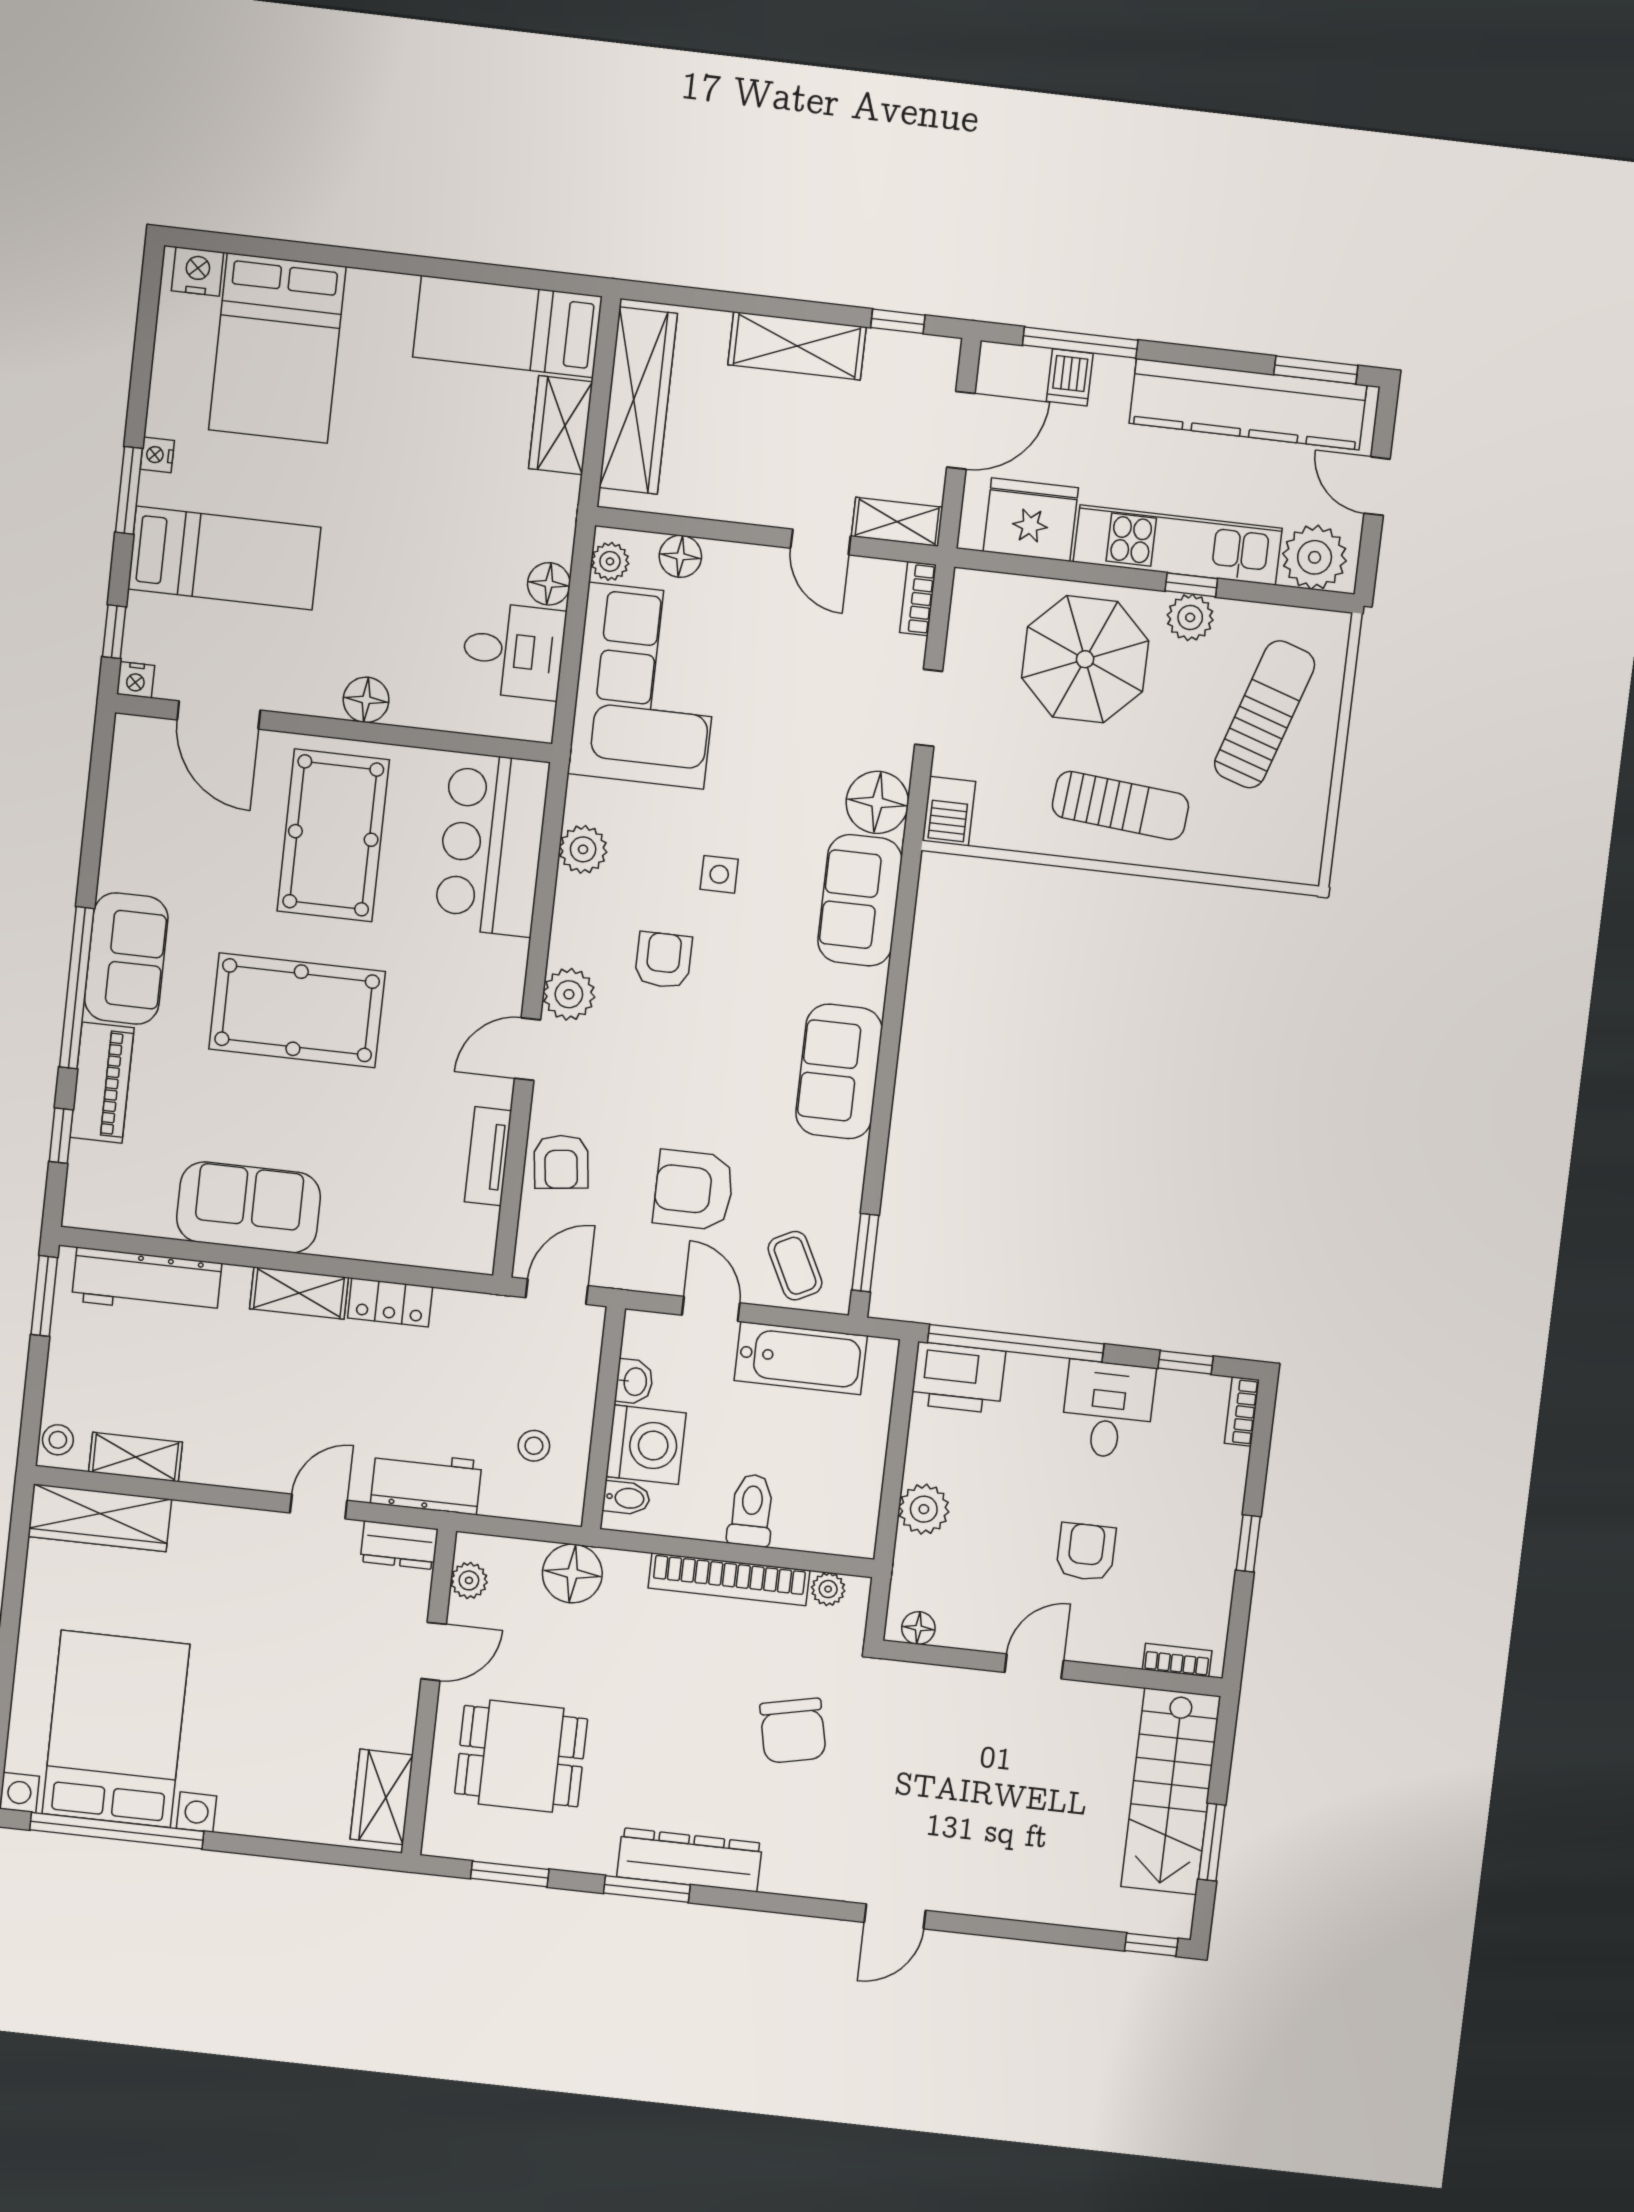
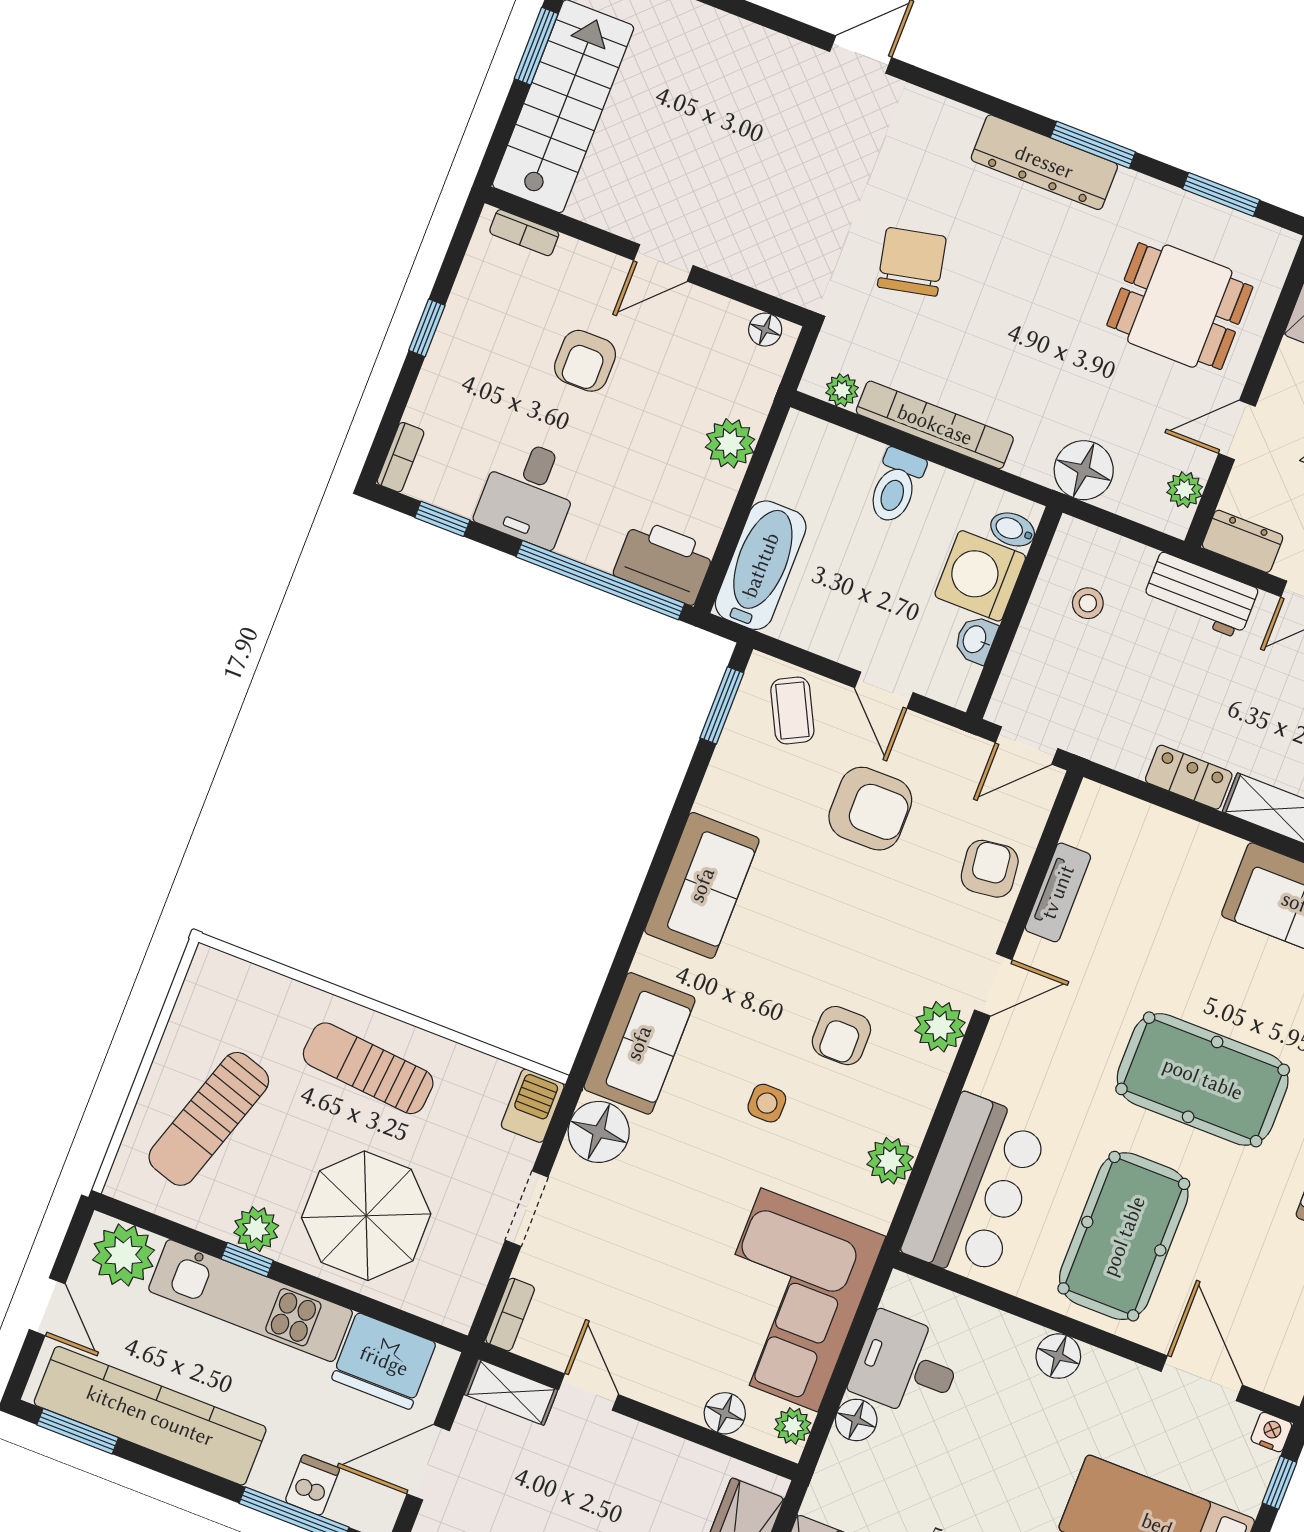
bathtub: (801, 1358) -> (761, 565), moved, turned 90

